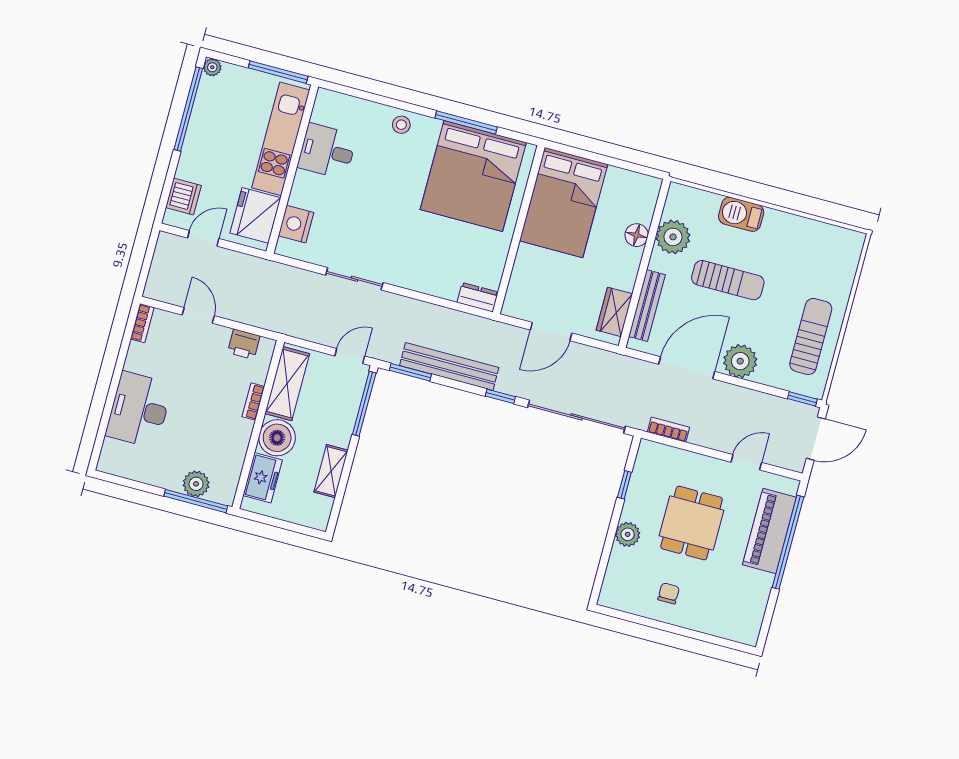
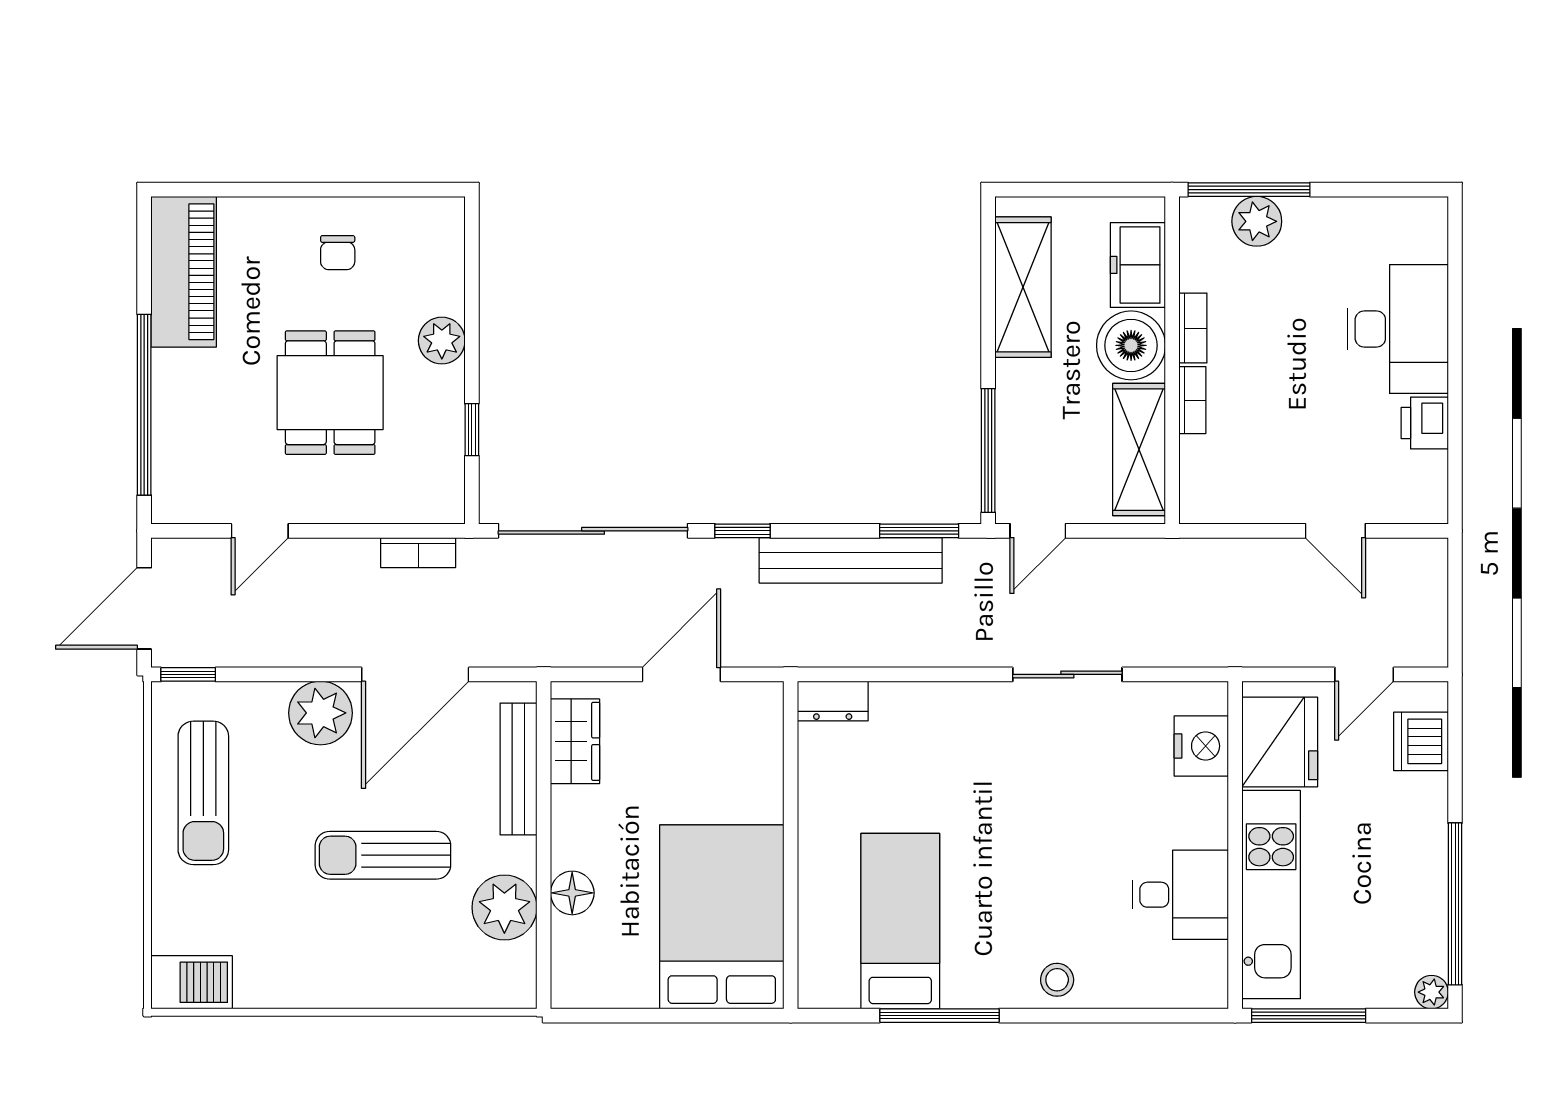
bed: (473, 176) -> (900, 921), width x0.49
barbecue: (741, 214) -> (192, 982), moved
bookcase: (142, 323) -> (1193, 328), moved, turned 180
printer: (244, 344) -> (1425, 423), moved, turned -90
shelving: (331, 471) -> (1023, 287), width x1.50, depth x1.33
piano: (769, 531) -> (184, 272), moved

